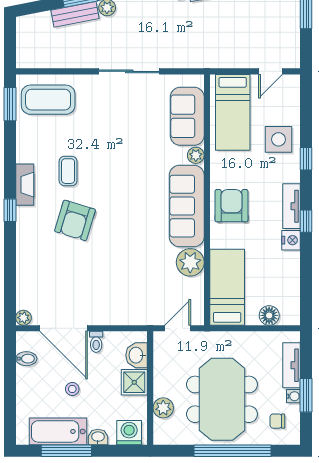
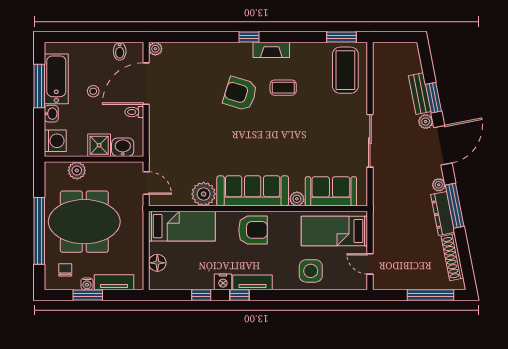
window: (306, 159) -> (201, 295), moved

